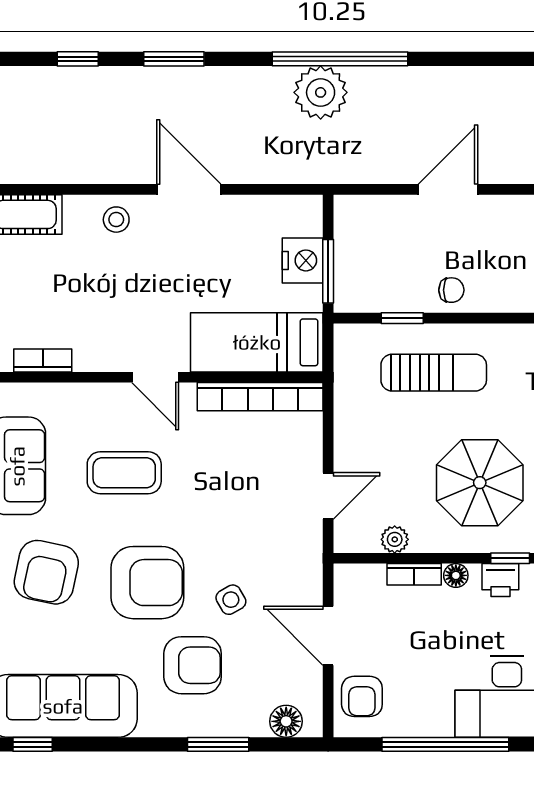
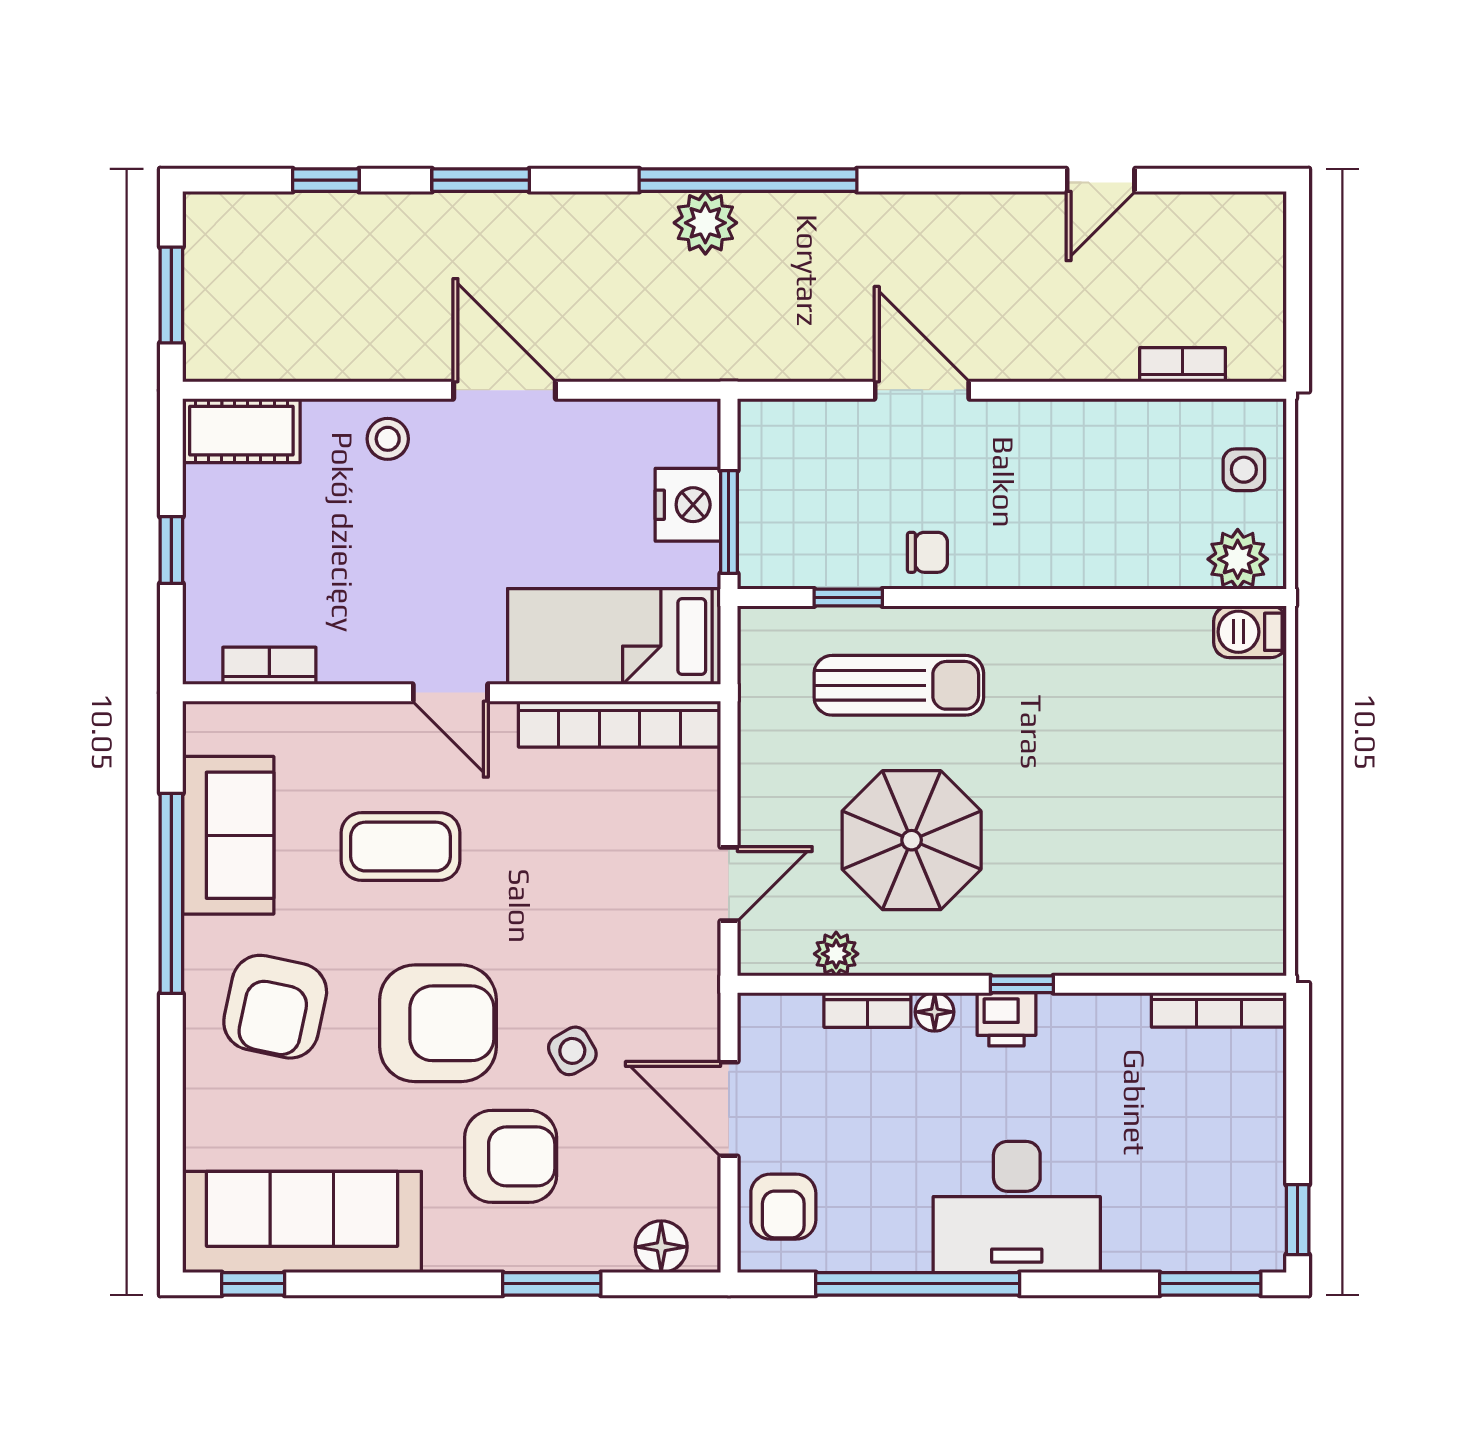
plant: (321, 92) -> (705, 223), width x0.73, depth x0.73
door: (448, 189) -> (922, 390), hinge flipped
parasol: (480, 483) -> (912, 840), moved

